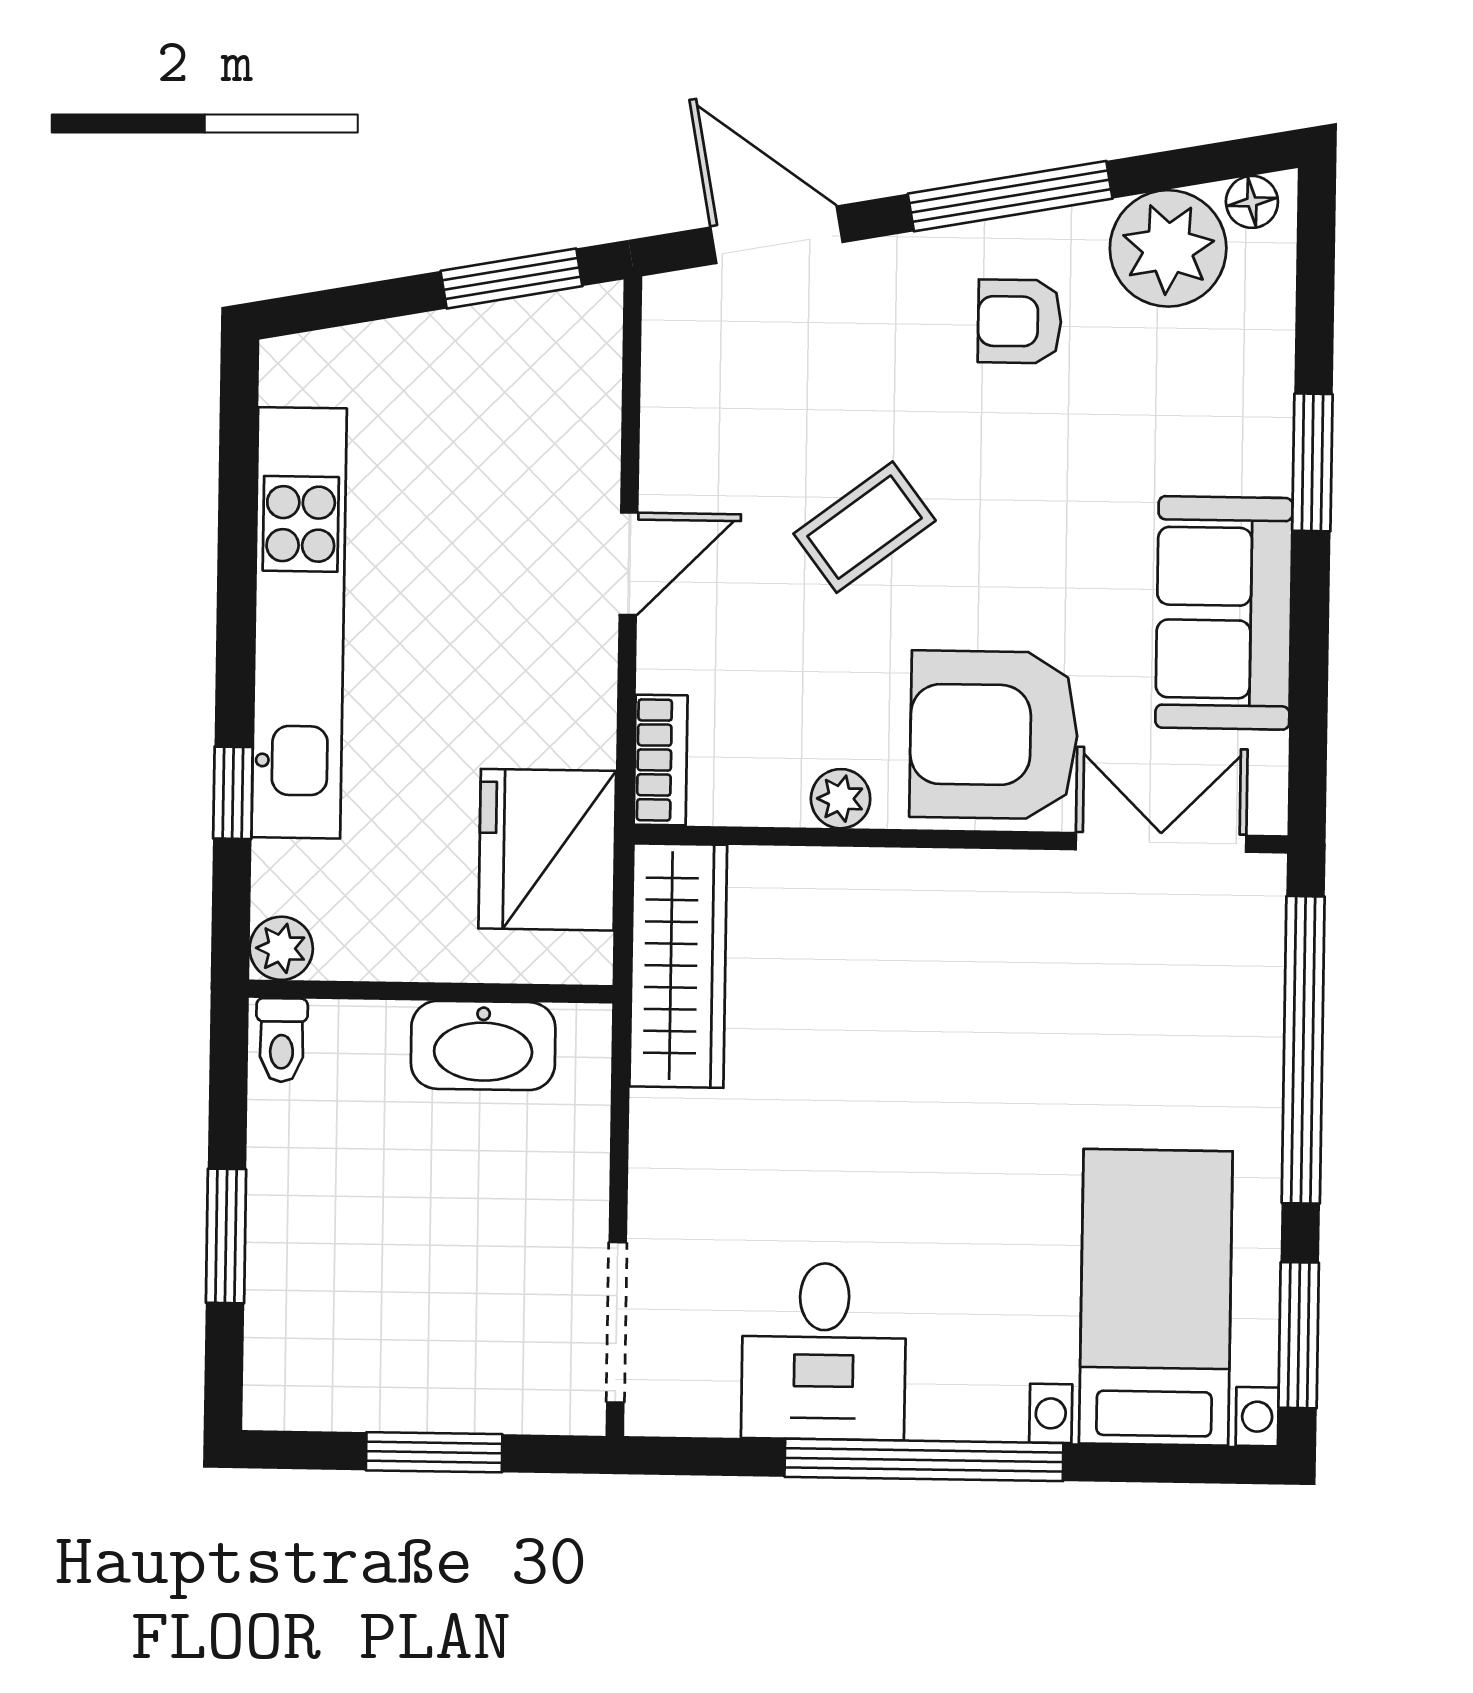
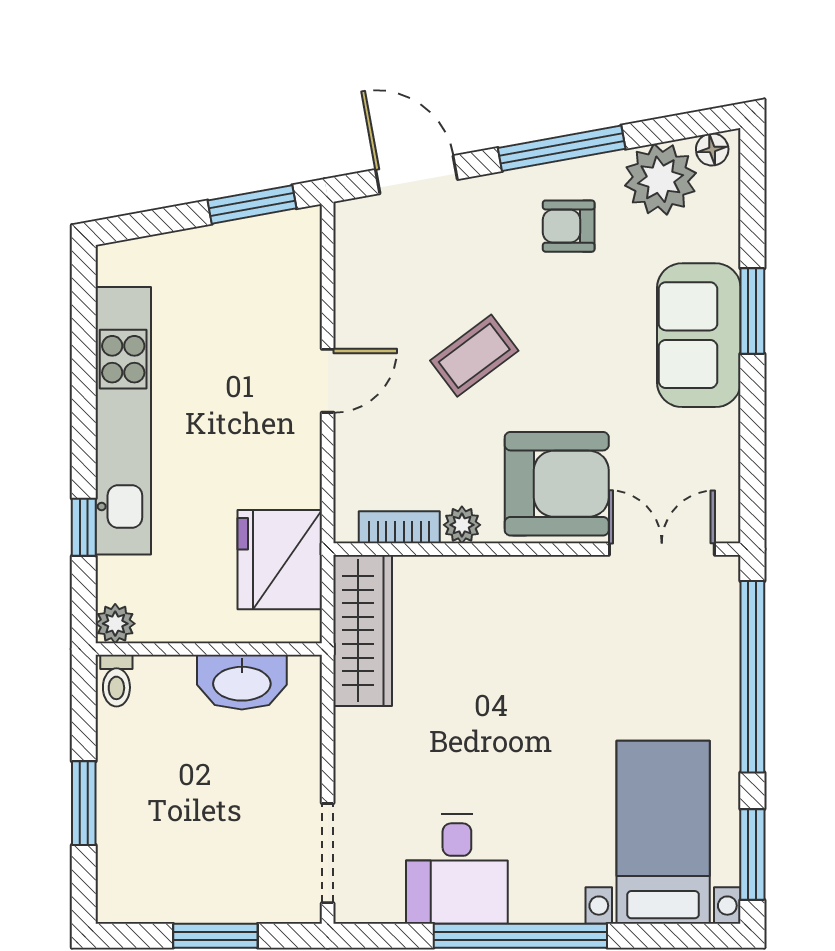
sofa: (1224, 613) -> (699, 335), moved
armchair: (994, 735) -> (557, 484), turned 180
bookcase: (661, 760) -> (399, 527), moved, turned -90

